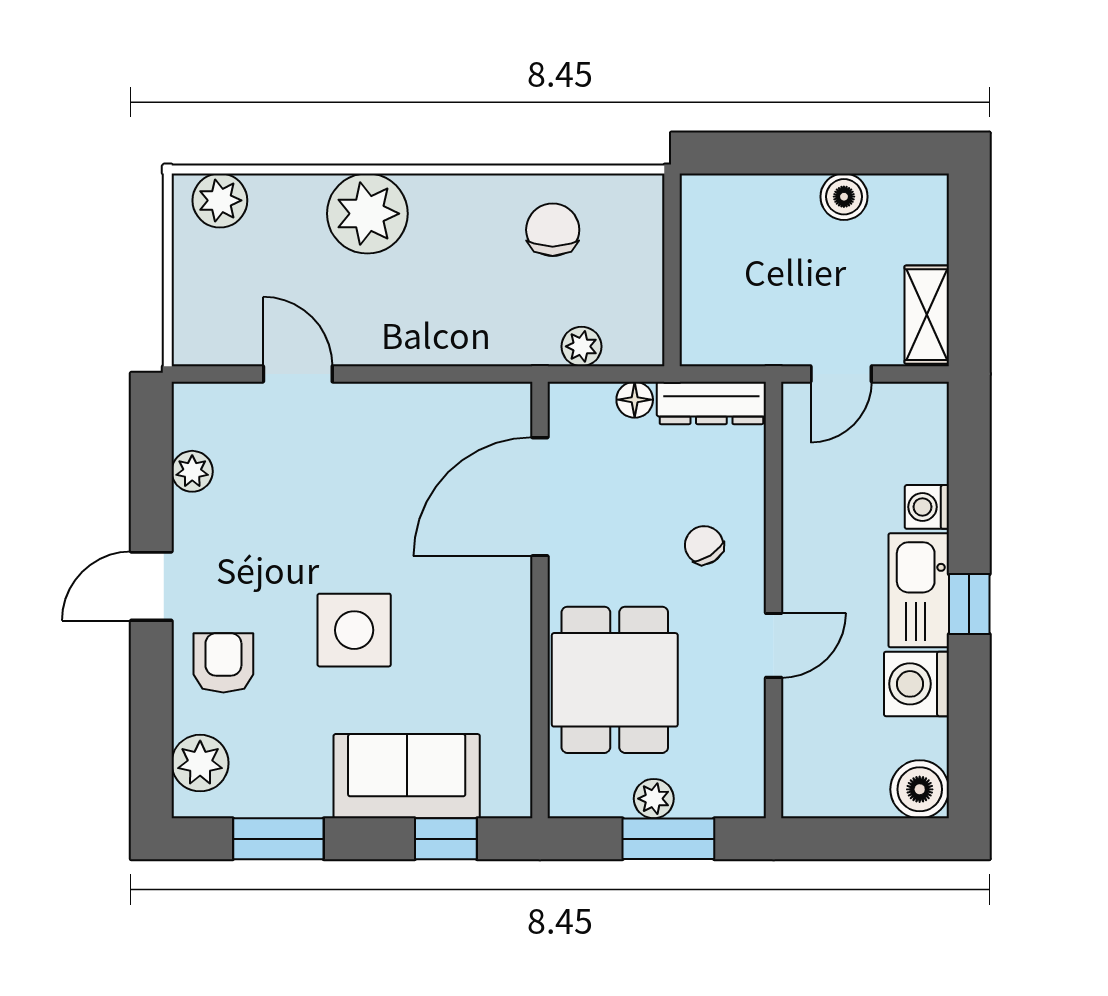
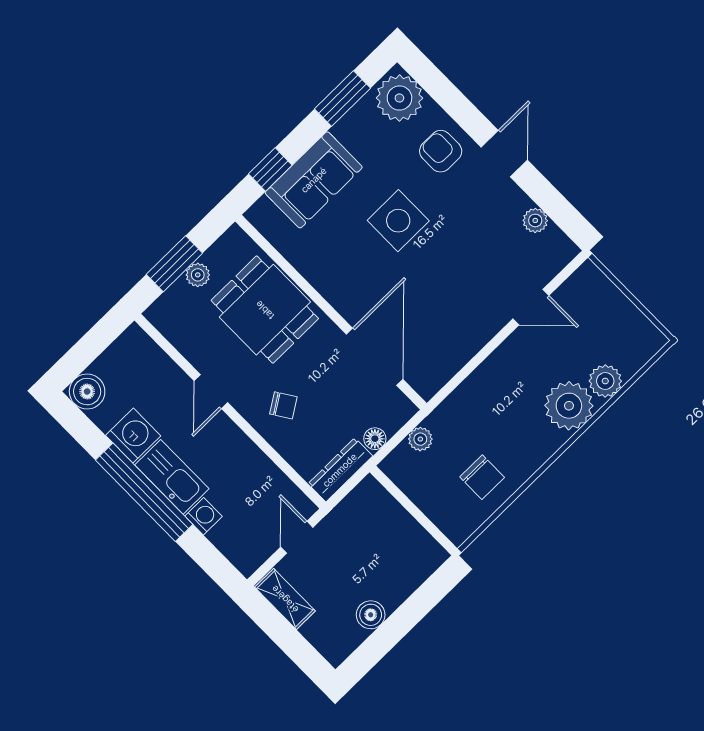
plant: (220, 200) -> (605, 381), moved
window: (969, 604) -> (144, 492), width x3.17
armchair: (223, 663) -> (441, 151), turned 180
plant: (200, 763) -> (399, 98), width x1.36, depth x1.36

